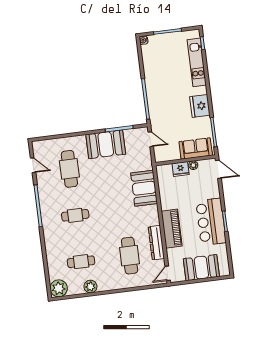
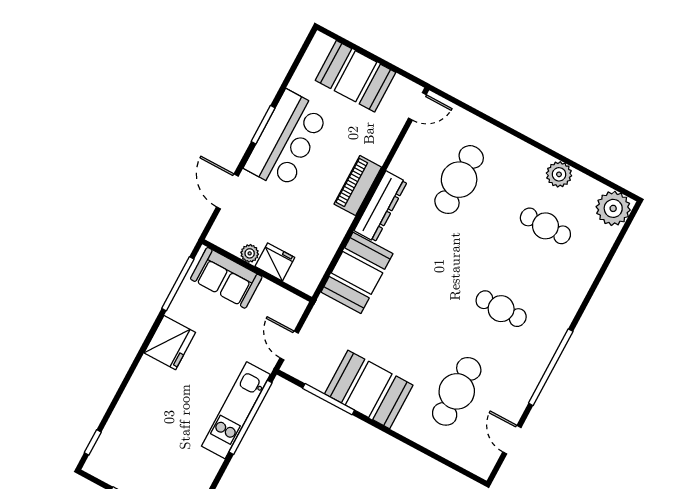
kitchen unit: (197, 62) -> (236, 410), moved, turned 180
door: (218, 169) -> (227, 191), moved
piano: (172, 229) -> (358, 186), width x0.73, depth x0.75
dresser: (156, 243) -> (381, 206), moved

